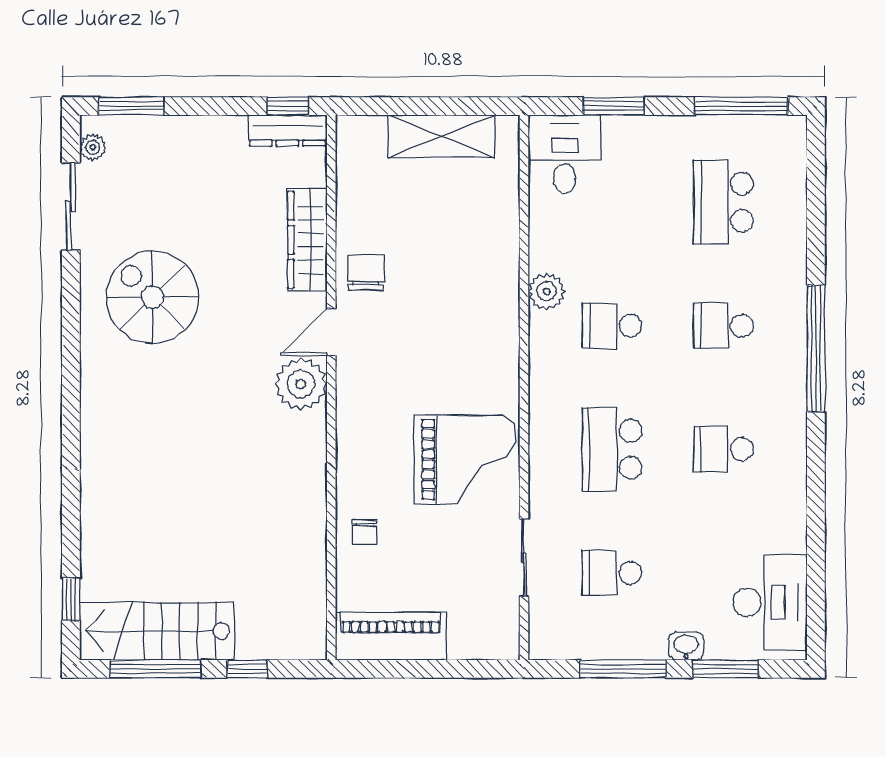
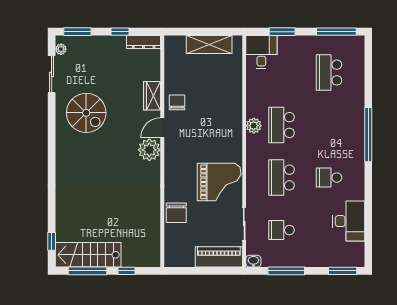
window: (288, 106) -> (120, 32), moved
wardrobe: (307, 240) -> (152, 96), width x0.67
plant: (547, 291) -> (254, 126), moved
spiral stairs: (152, 297) -> (86, 113), turned 180
school desk: (612, 326) -> (282, 125), width x1.85
school desk: (723, 326) -> (329, 125), removed
chair: (364, 532) -> (176, 213), width x1.87, depth x1.87
desk: (770, 602) -> (349, 221), moved
piano: (391, 636) -> (219, 257), moved
washbasin: (686, 646) -> (253, 261), moved
window: (726, 669) -> (343, 271), moved

